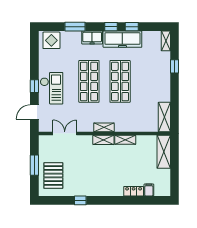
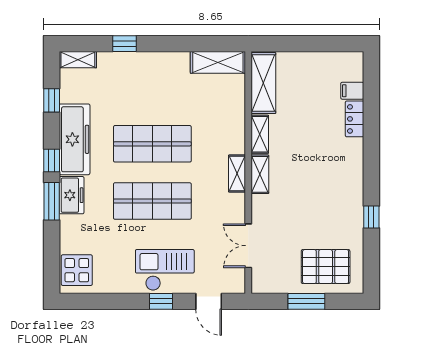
window: (75, 27) -> (52, 201), moved
window: (132, 27) -> (52, 100), moved
shelving: (164, 152) -> (263, 83), moved, turned 90

